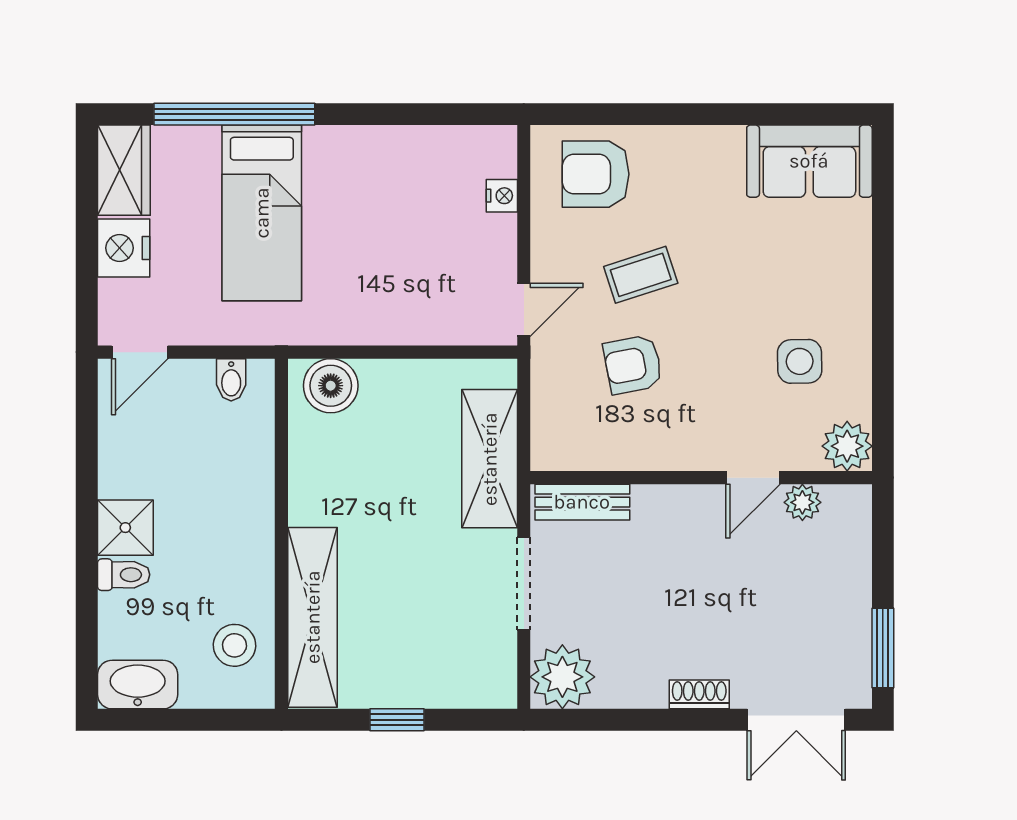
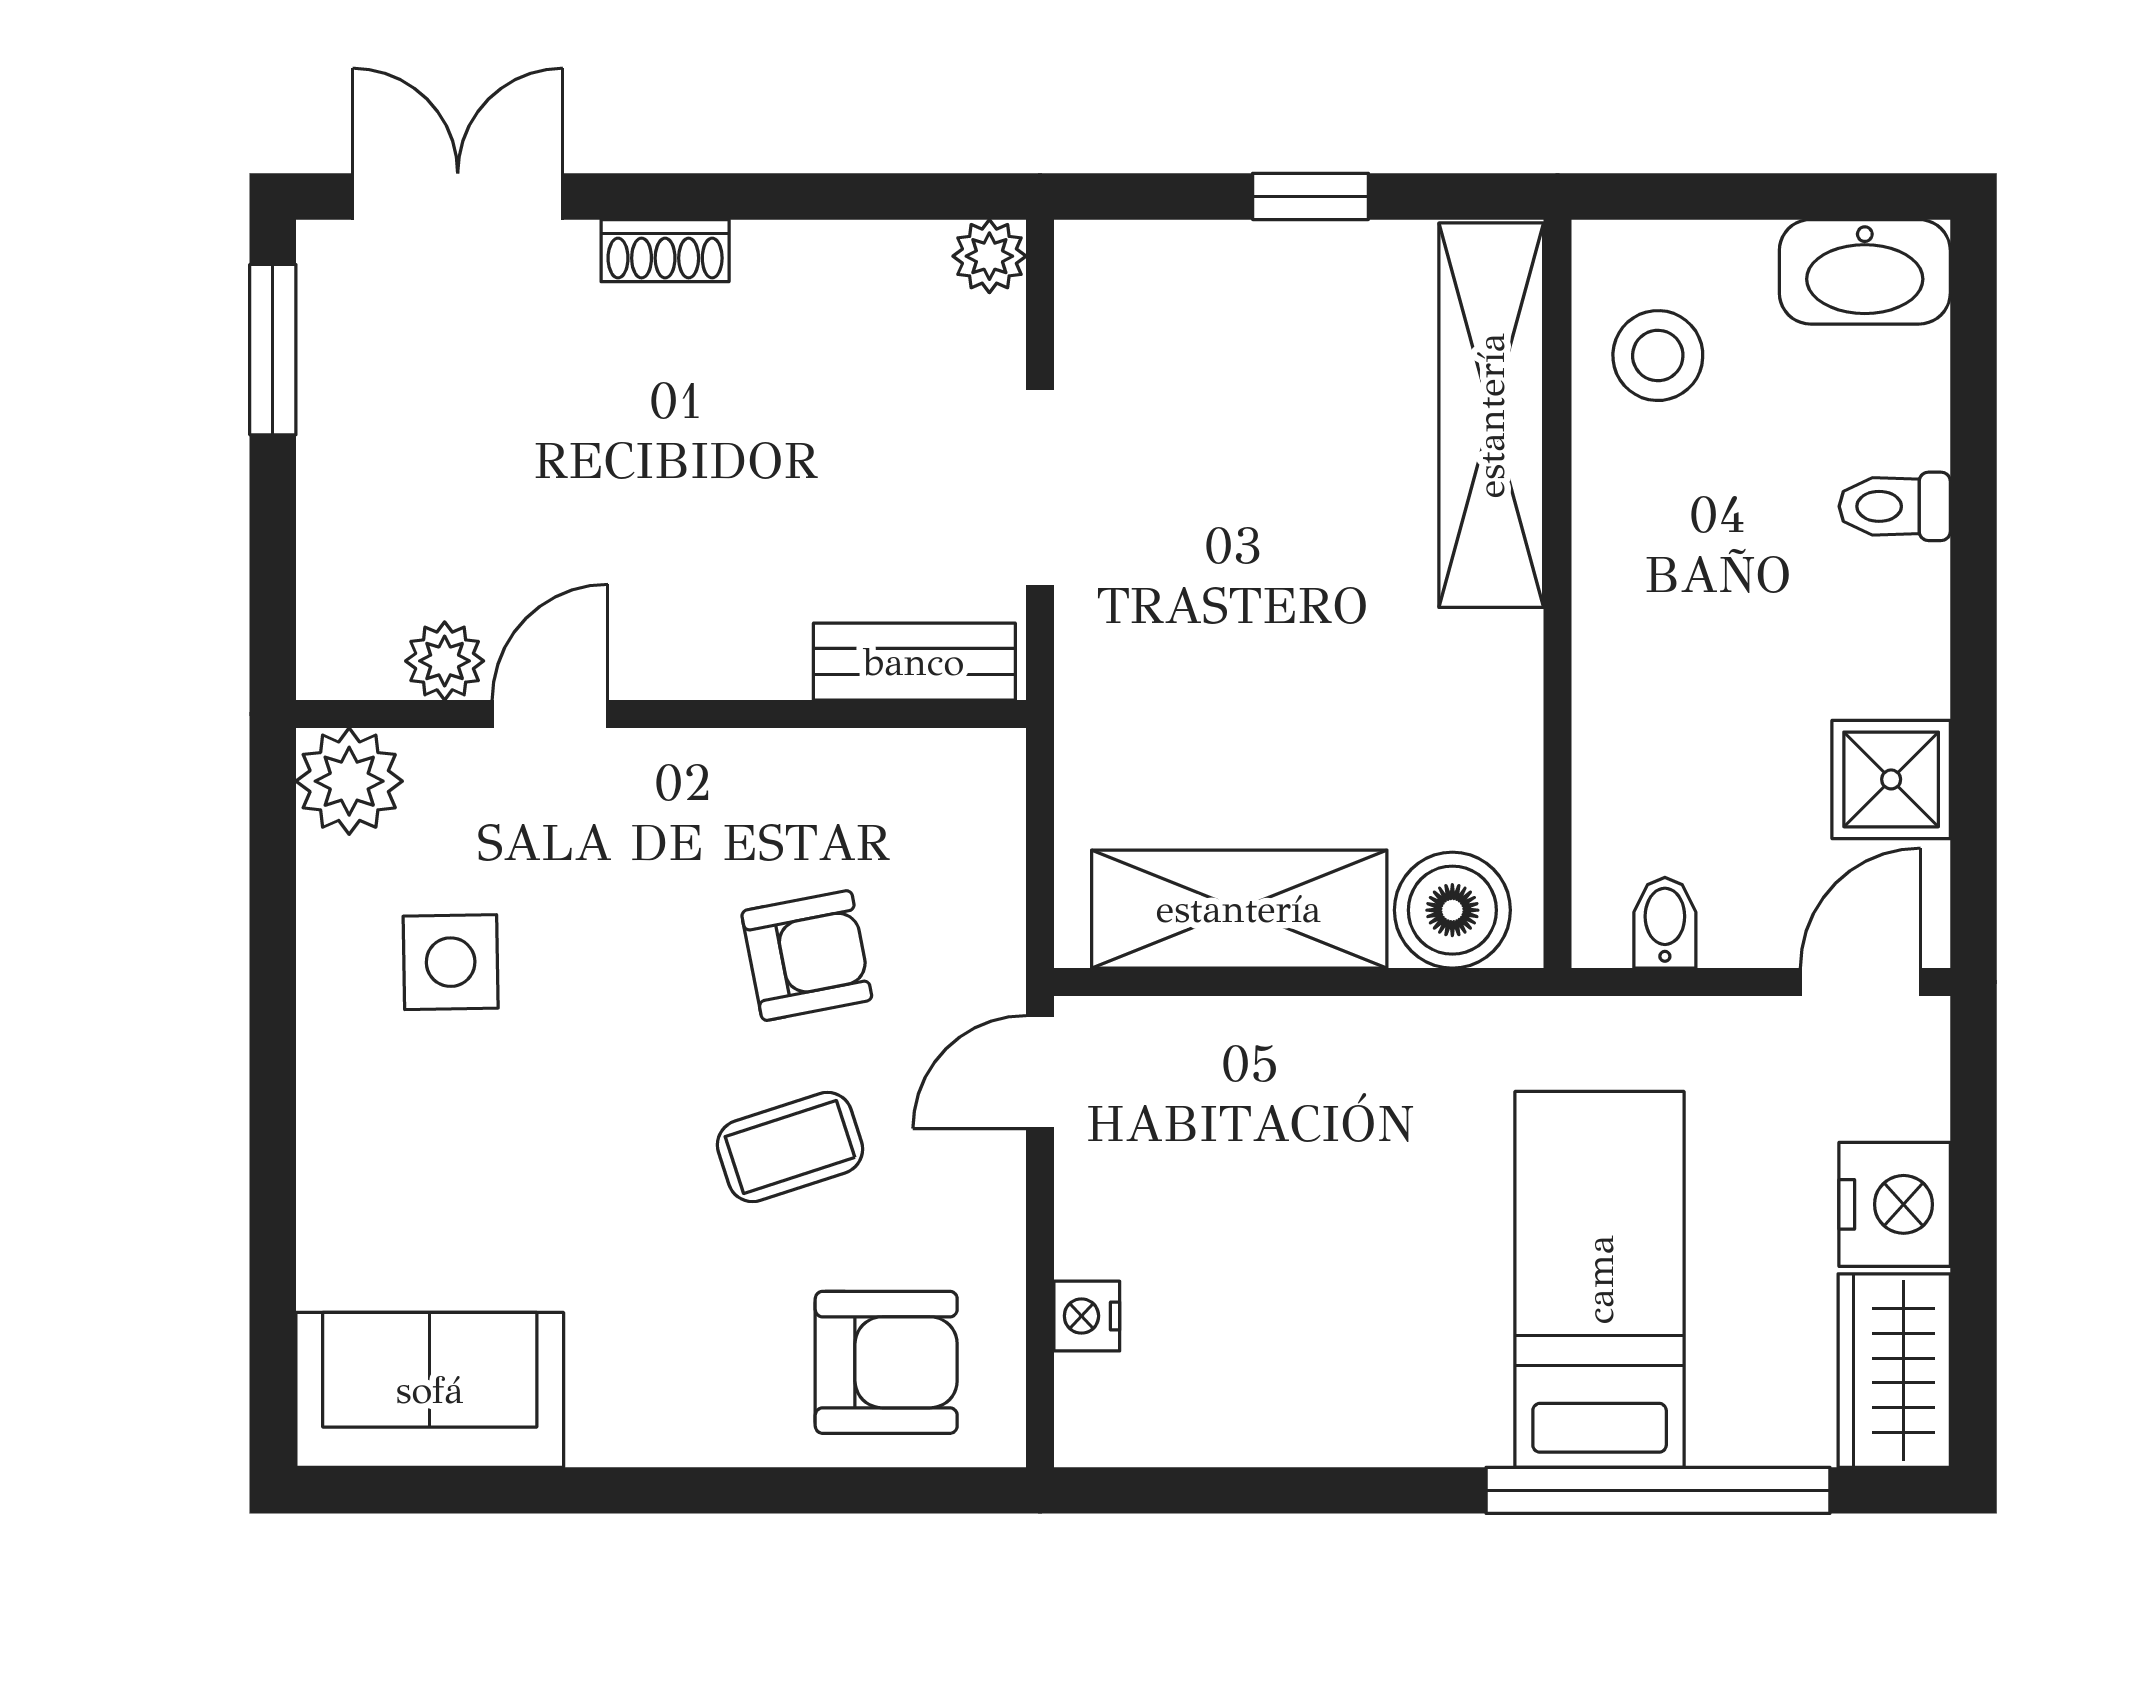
shelving: (490, 459) -> (1239, 909), moved, turned 90
shower: (125, 528) -> (1891, 779), moved
plant: (562, 677) -> (989, 256), width x0.53, depth x0.53

